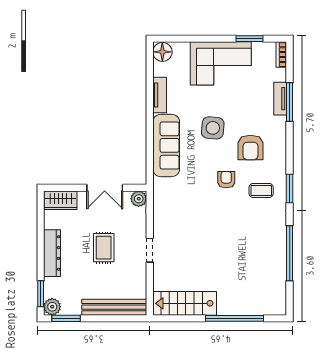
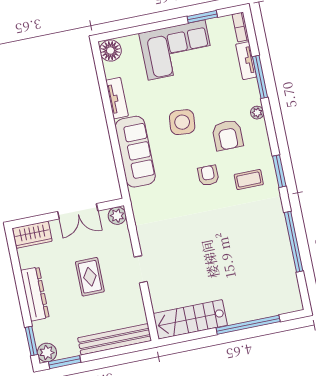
tv unit: (280, 99) -> (246, 61), moved
plant: (281, 133) -> (257, 113), added

